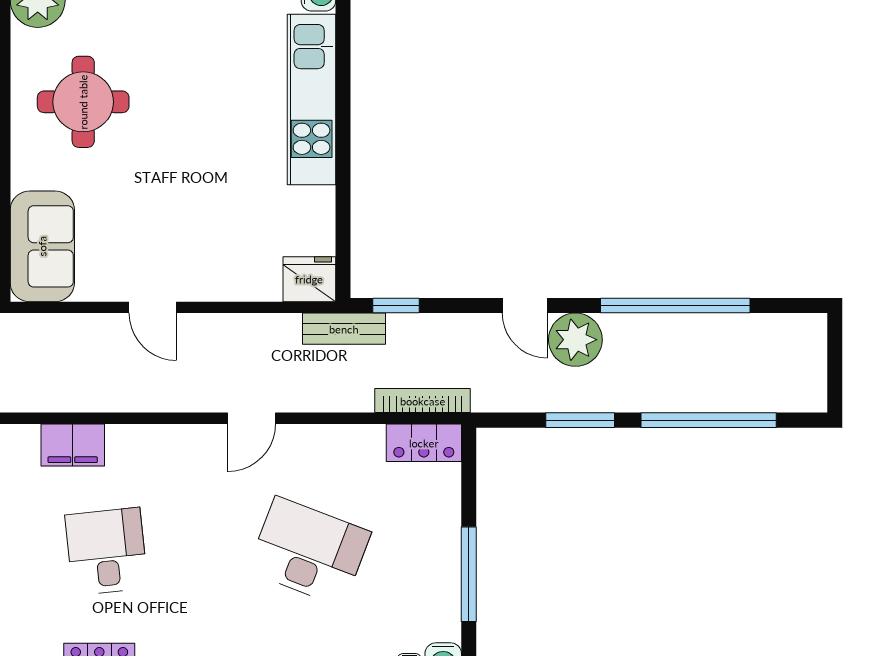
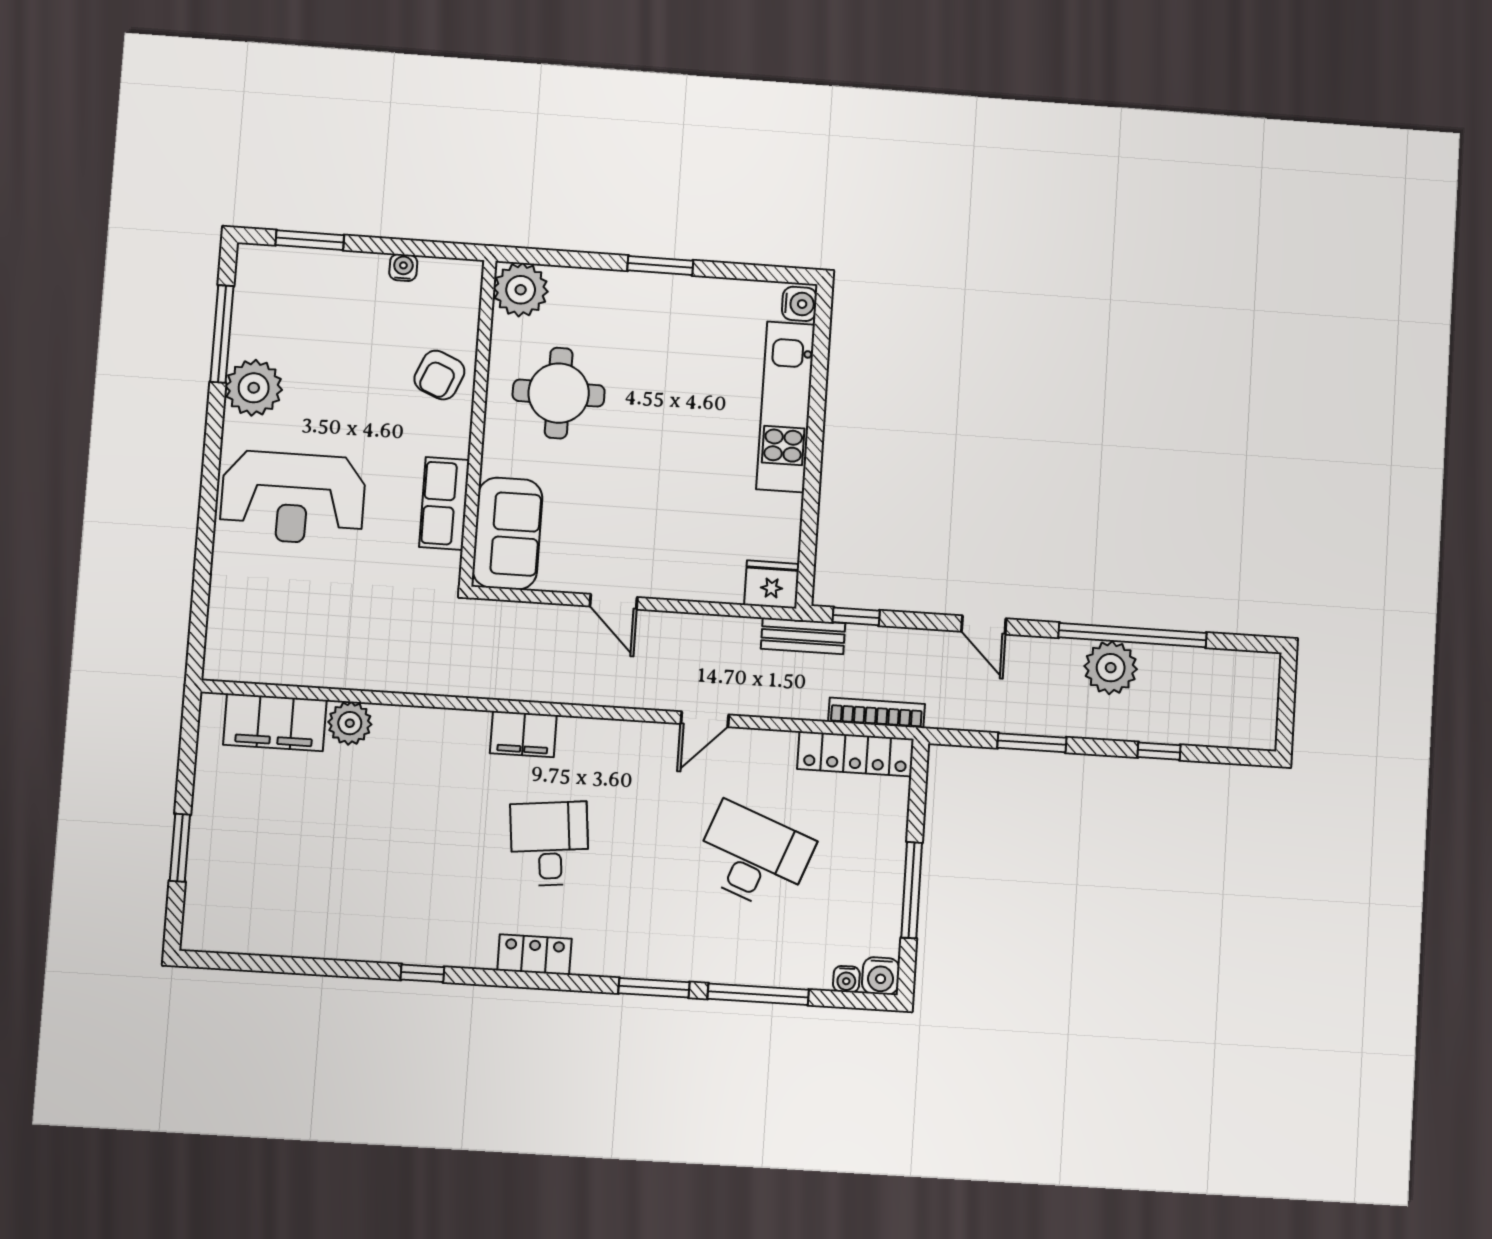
plant: (575, 340) -> (1111, 668), moved
window: (709, 420) -> (1159, 751), width x0.32
locker: (424, 443) -> (856, 754), width x1.53

